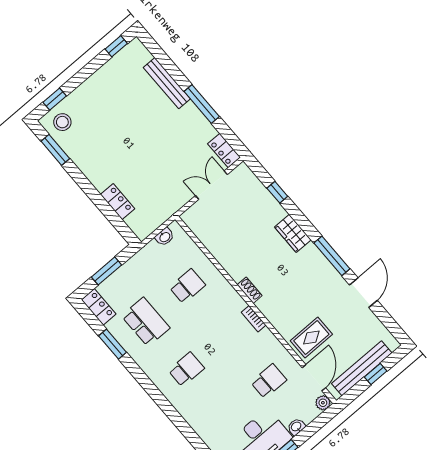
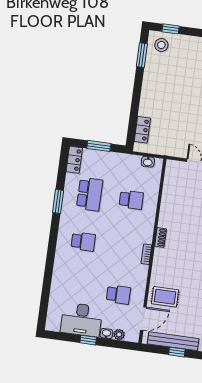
locker: (118, 202) -> (142, 130), moved
window: (113, 344) -> (58, 201), moved
plant: (323, 403) -> (119, 335), moved

